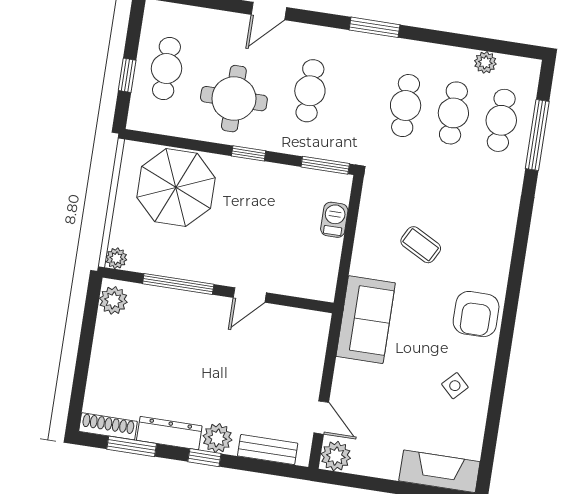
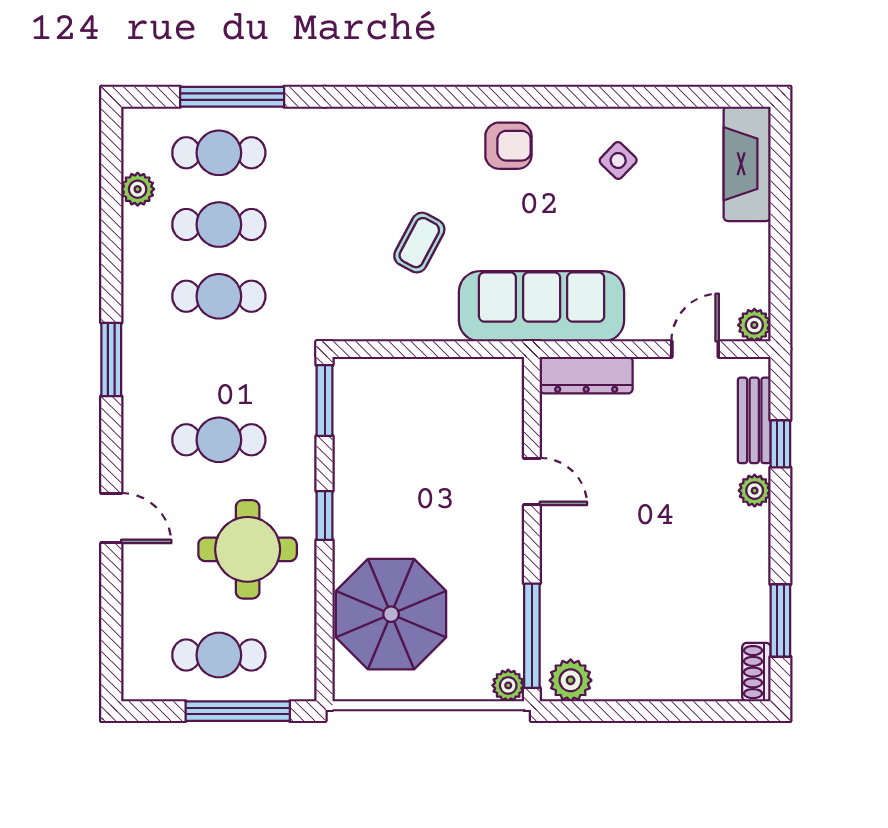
window: (127, 75) -> (238, 711), width x2.17
barbecue: (334, 220) -> (402, 375), removed
window: (178, 284) -> (532, 636), moved
armchair: (476, 314) -> (508, 146), width x0.72, depth x0.72
sofa: (366, 320) -> (542, 306), width x1.36
shoe rack: (108, 426) -> (756, 672), width x0.70
dresser: (169, 433) -> (586, 375), moved, turned -90
plant: (217, 438) -> (755, 491), width x0.73, depth x0.73
plant: (336, 456) -> (754, 325), width x0.73, depth x0.73
window: (204, 458) -> (780, 444), moved

